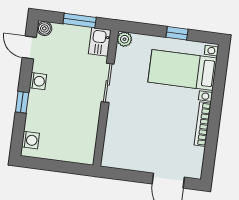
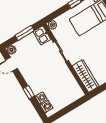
washing machine: (38, 81) -> (41, 98), moved
wardrobe: (114, 141) -> (86, 76), added

